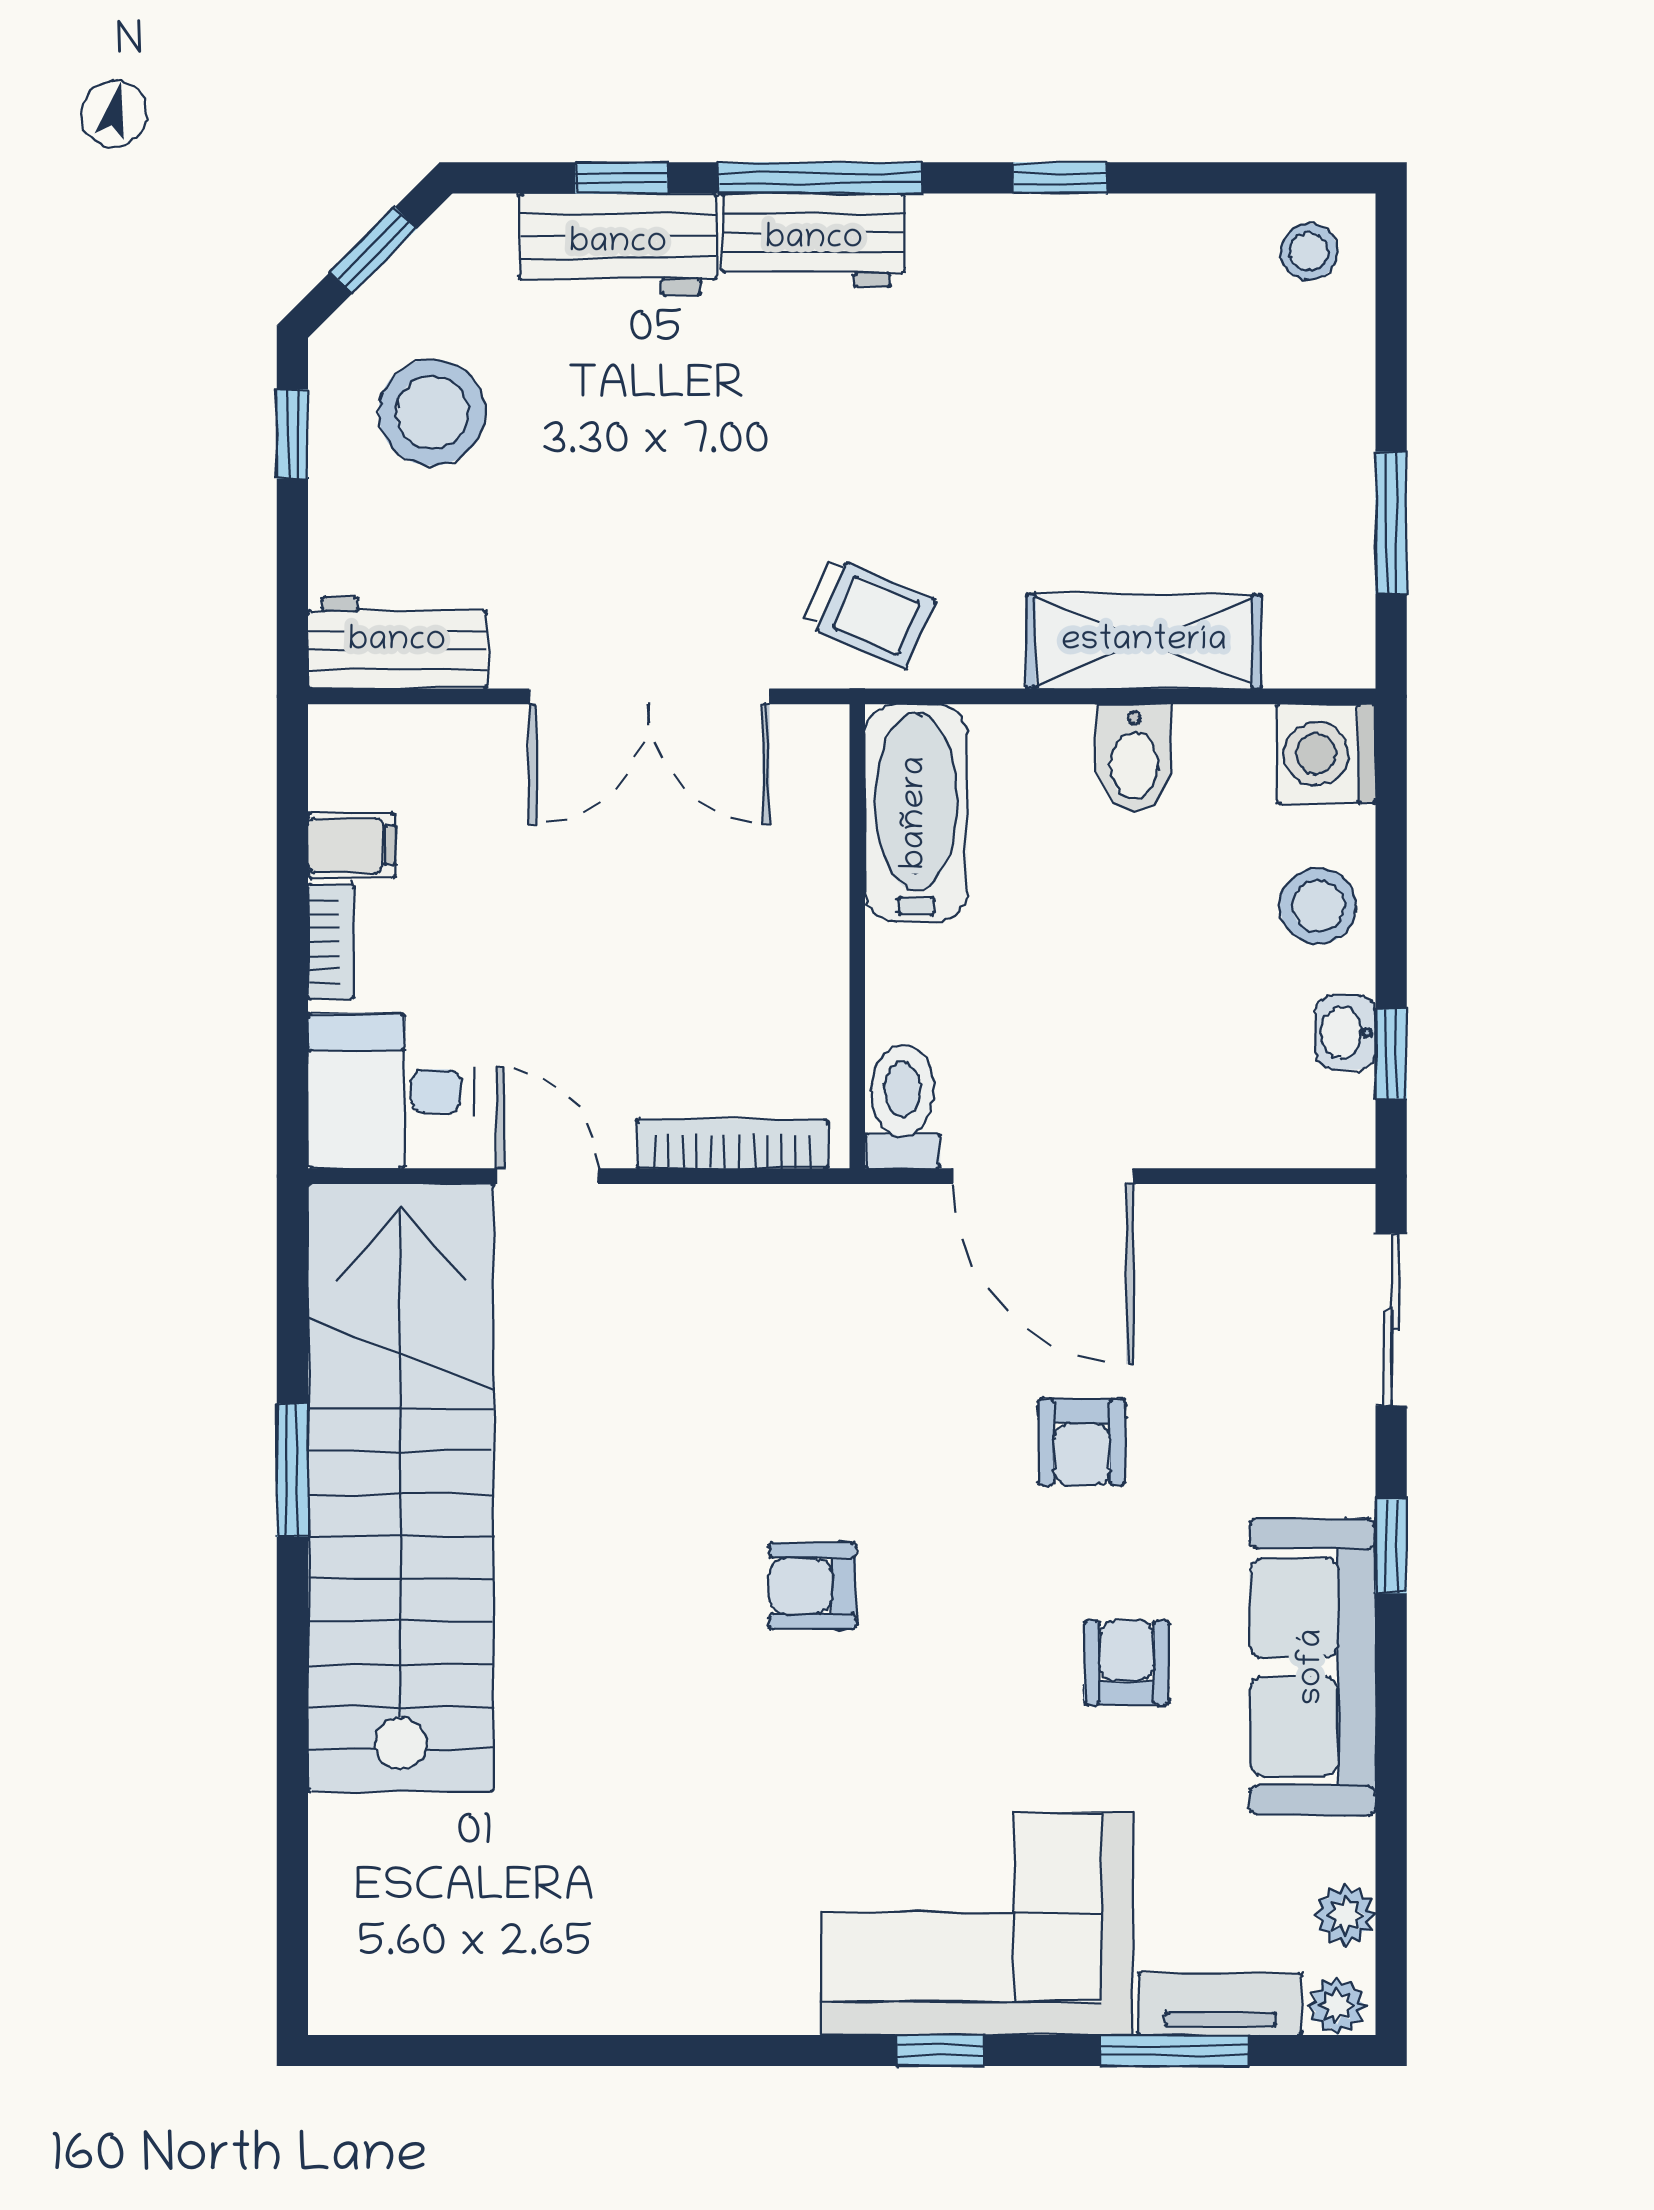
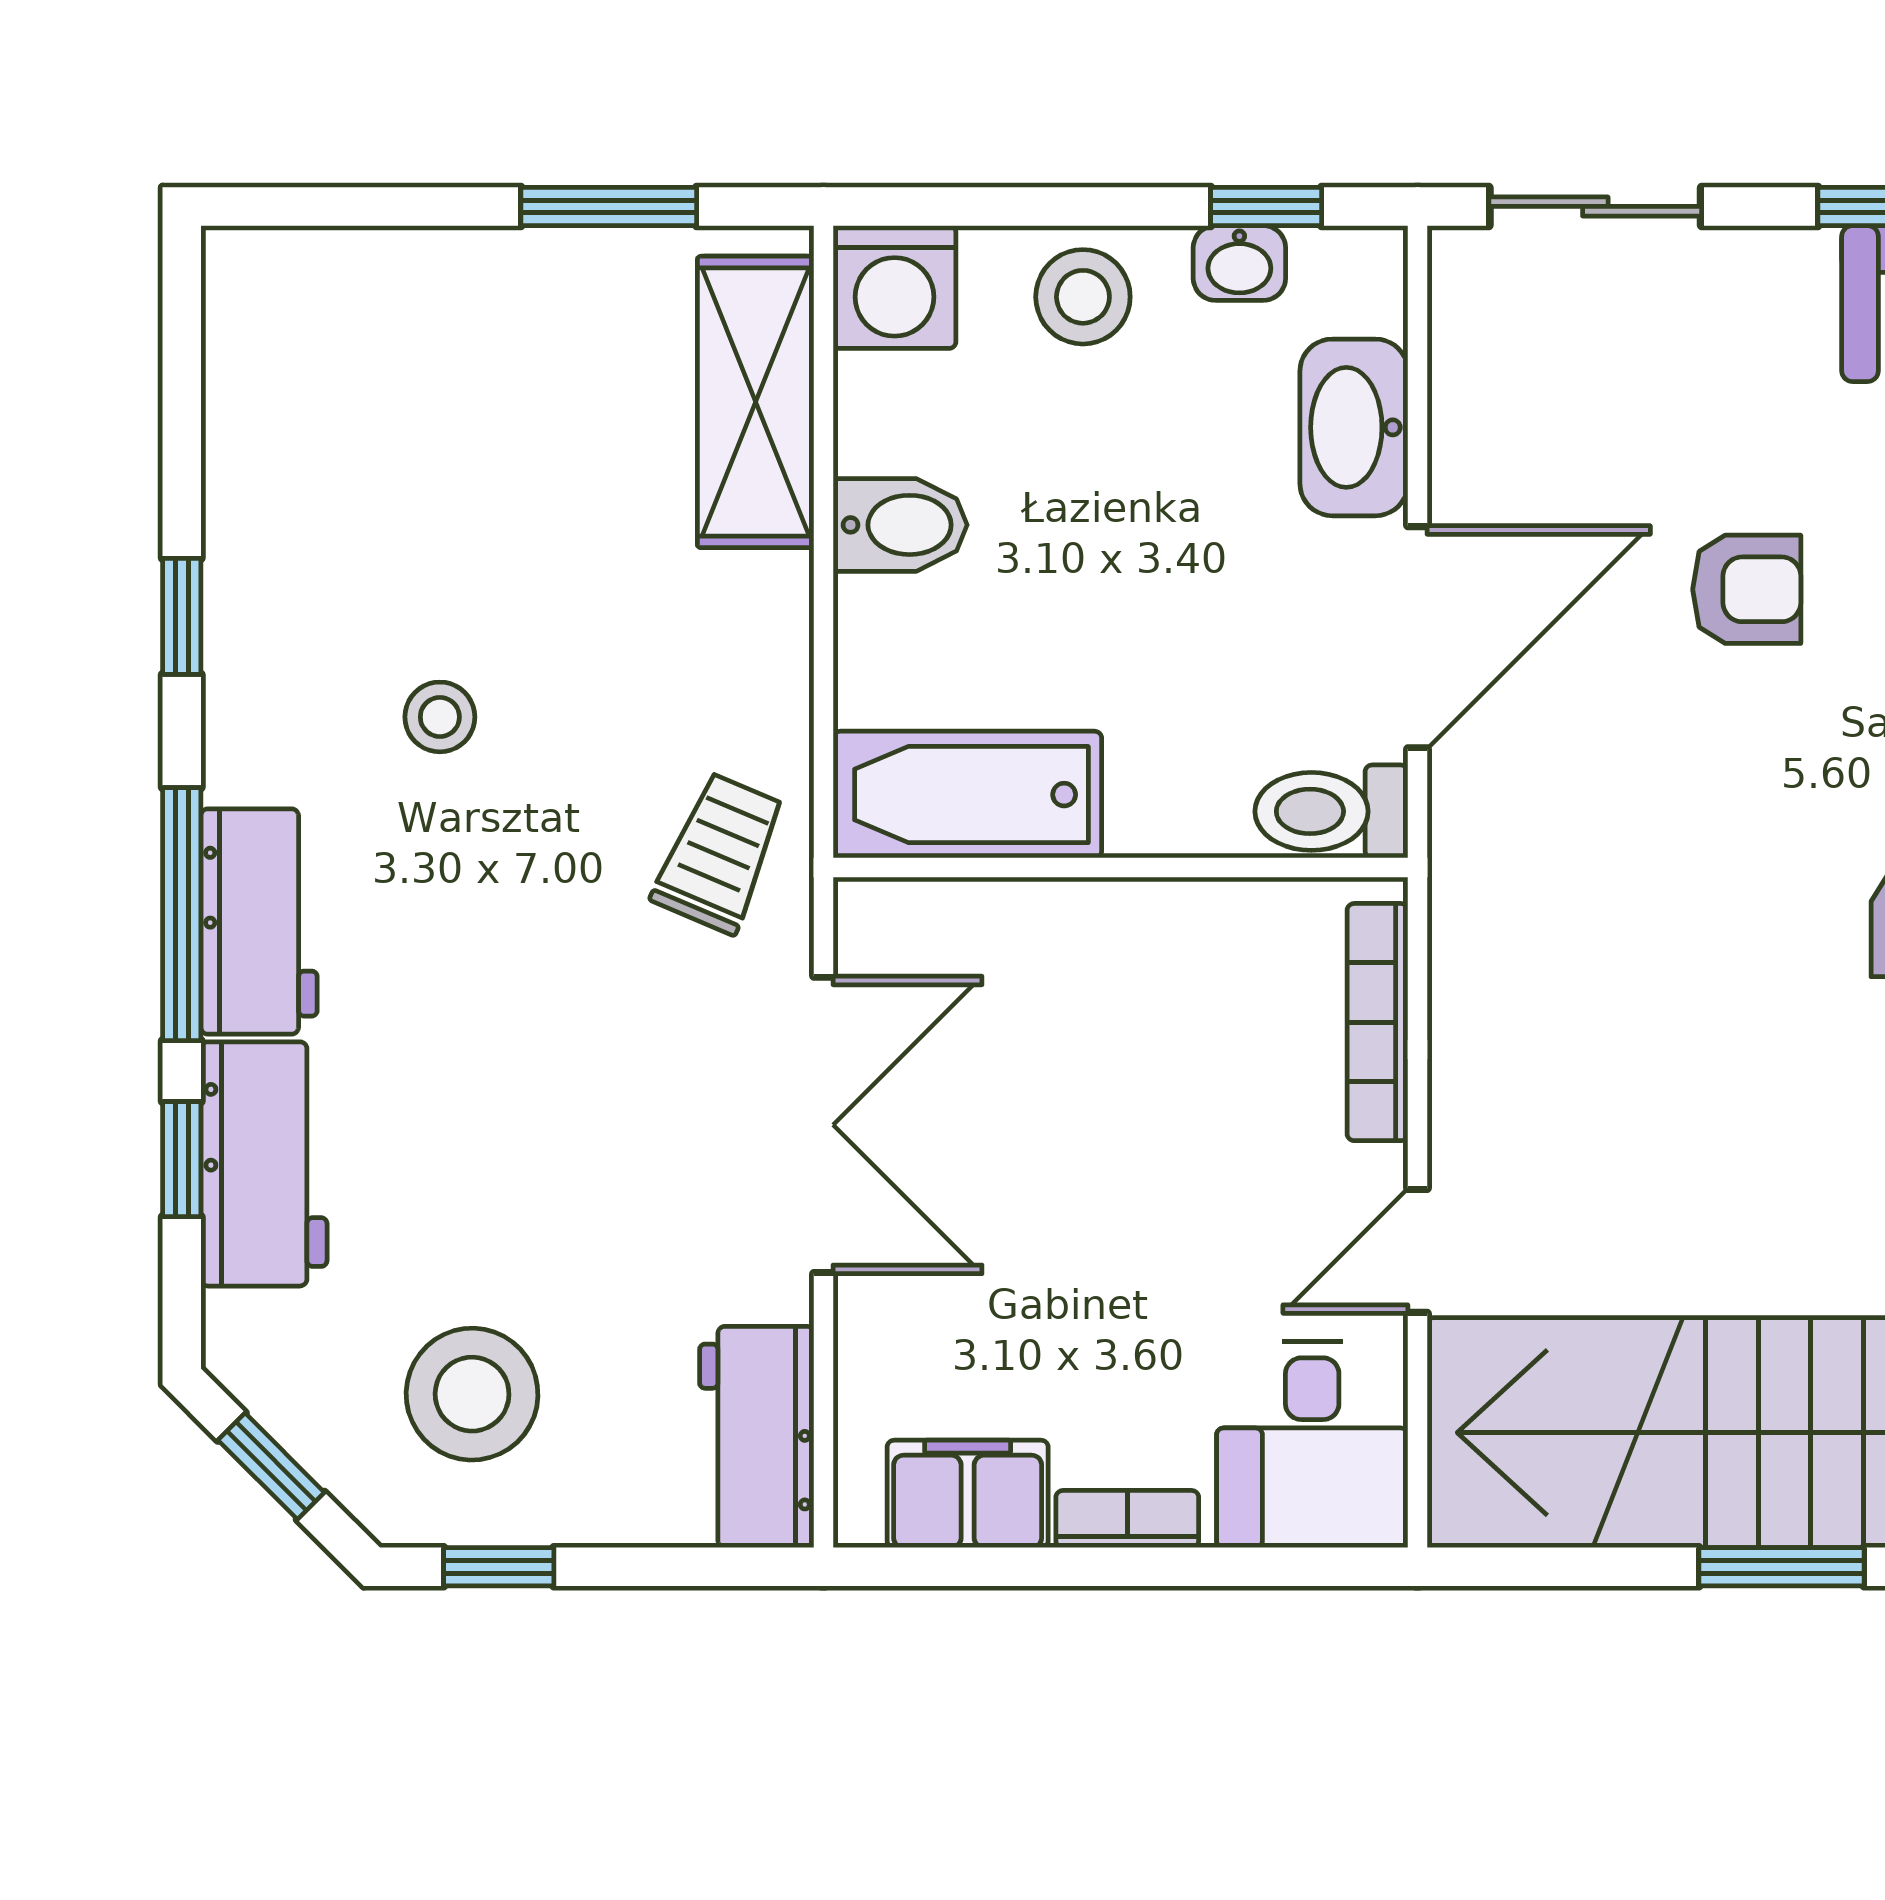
stool: (1309, 252) -> (440, 717), moved
shelving: (1144, 642) -> (756, 402), moved
filing cabinet: (351, 845) -> (968, 1494), width x2.00
washbasin: (1213, 1125) -> (1354, 427), added

